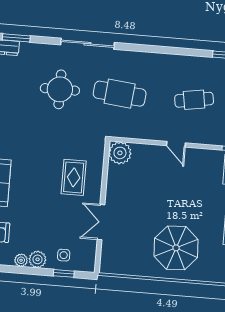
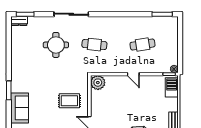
cafe table: (120, 94) -> (94, 45), width x0.73, depth x0.74
rug: (74, 177) -> (69, 101), turned 90

